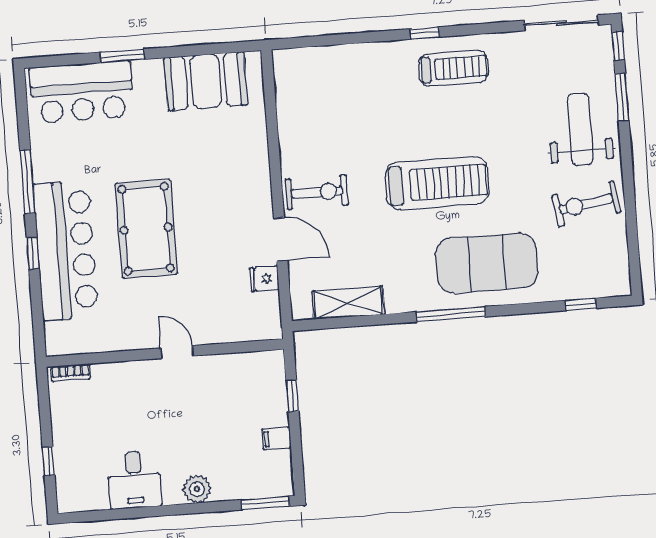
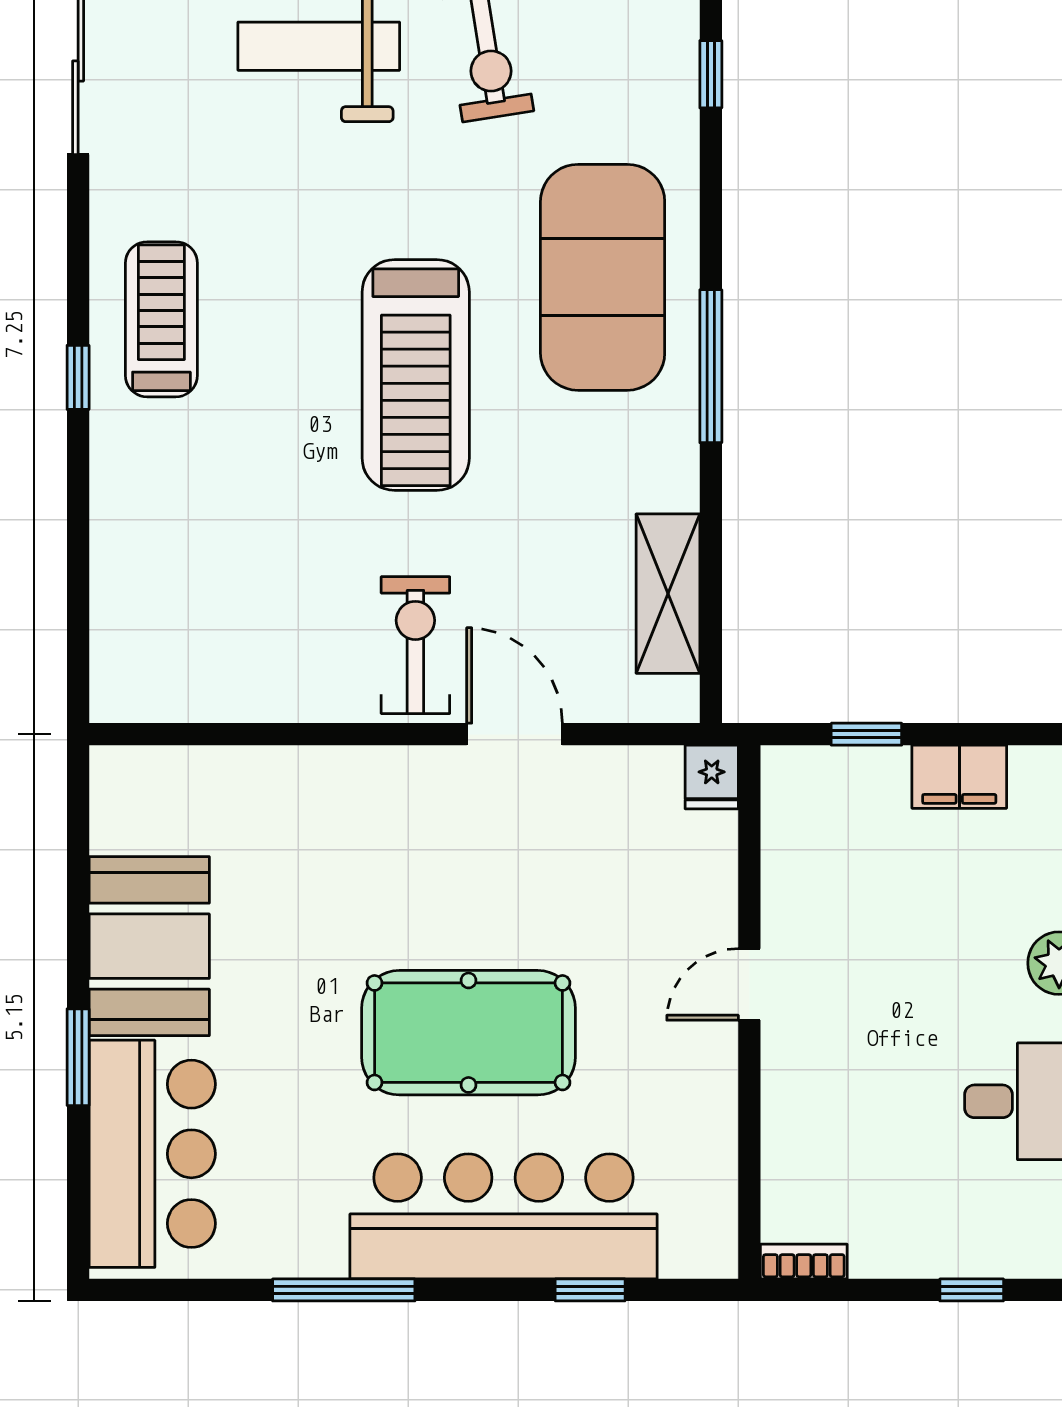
booth: (206, 81) -> (149, 946), moved
treadmill: (437, 183) -> (416, 375), turned 180
door: (281, 239) -> (514, 734), hinge flipped
window: (33, 253) -> (590, 1290), moved
fridge: (264, 279) -> (712, 777), moved
bookcase: (71, 373) -> (804, 1262), moved, turned -90
filing cabinet: (276, 439) -> (959, 777), width x2.00

